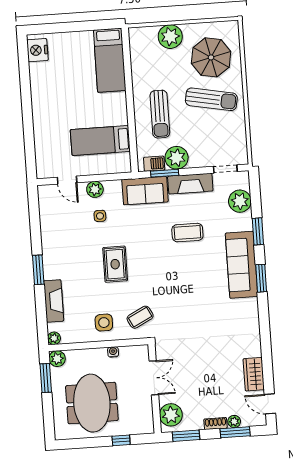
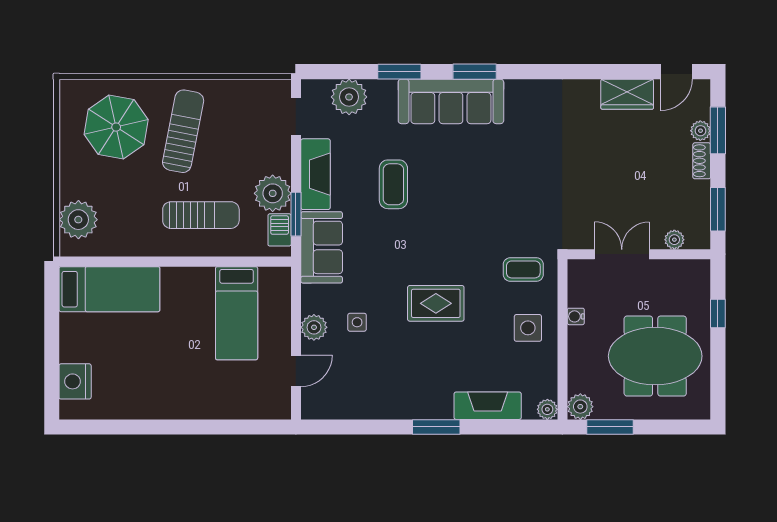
plant: (170, 37) -> (78, 220), moved
nightstand: (37, 50) -> (75, 381), moved, turned 90
coffee table: (140, 317) -> (523, 269), turned -63
plant: (171, 415) -> (674, 240), width x0.53, depth x0.53

